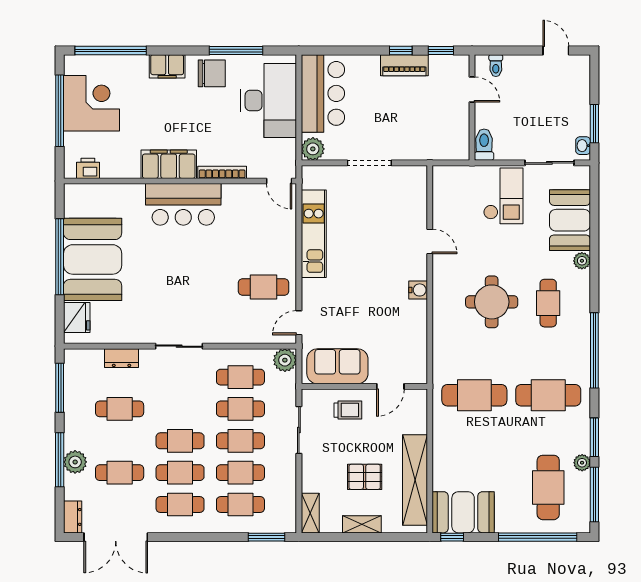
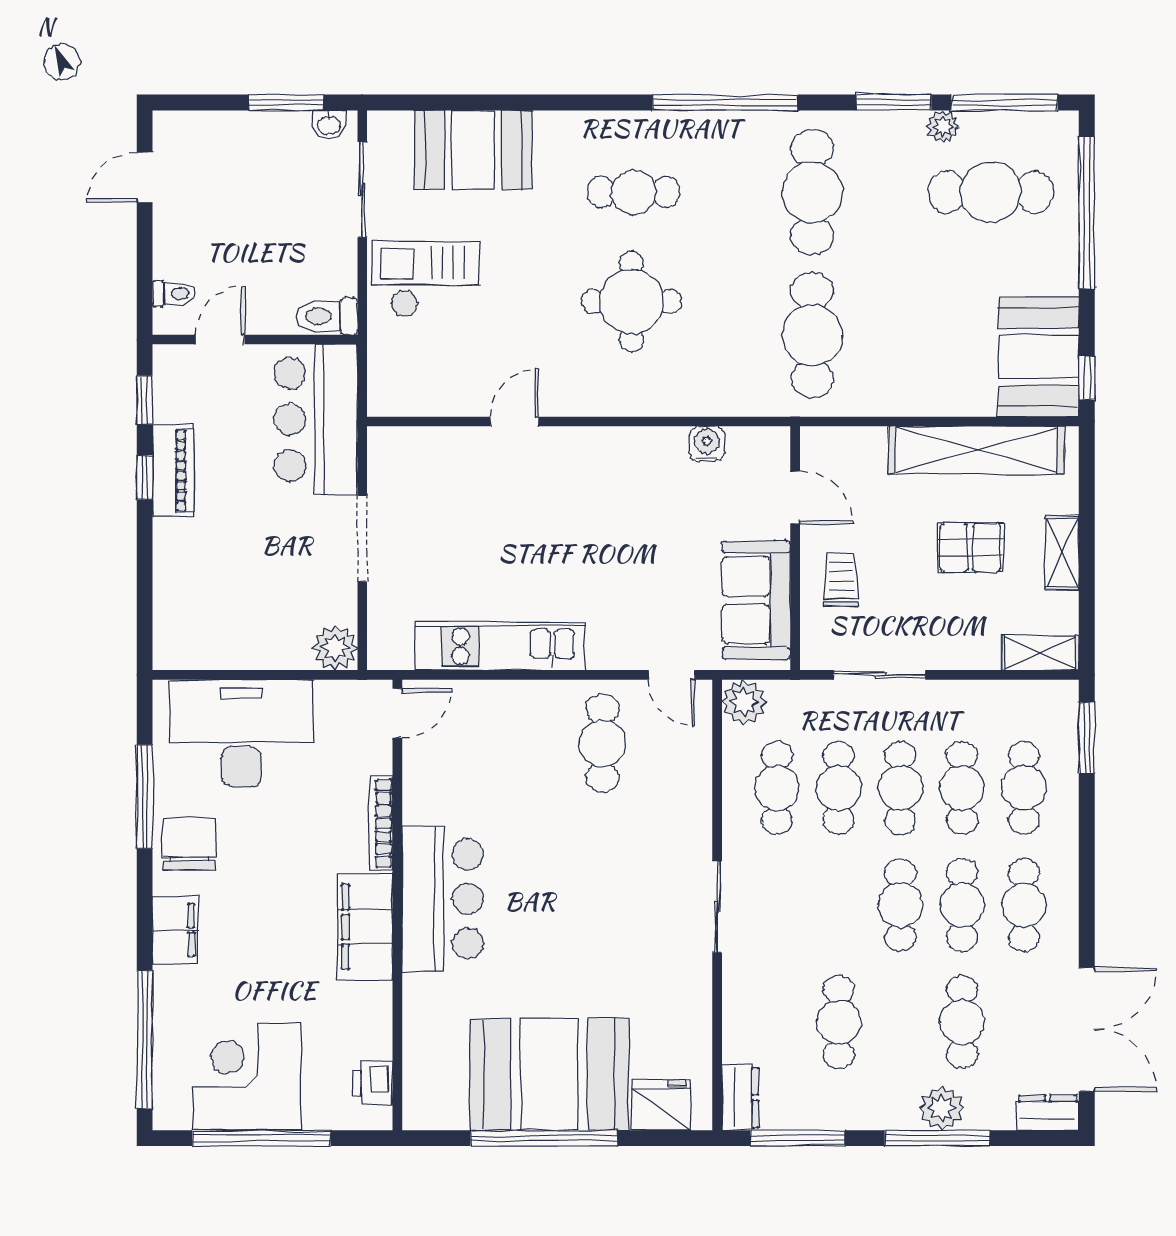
bar counter: (323, 93) -> (316, 420), moved, turned -90
plant: (582, 261) -> (552, 127), removed
water cooler: (418, 290) -> (707, 444), moved
dresser: (122, 358) -> (740, 1098), moved
pallet: (365, 477) -> (970, 548), turned 90

